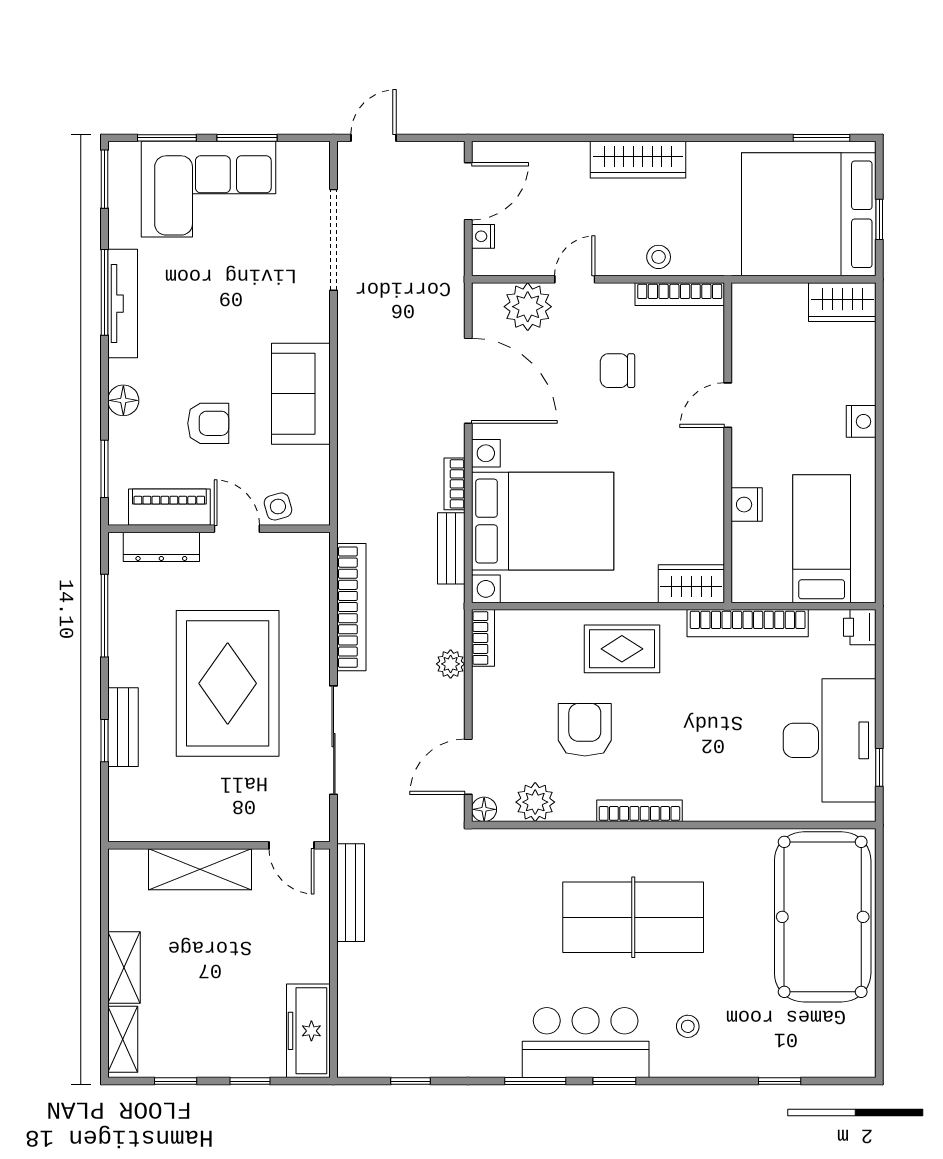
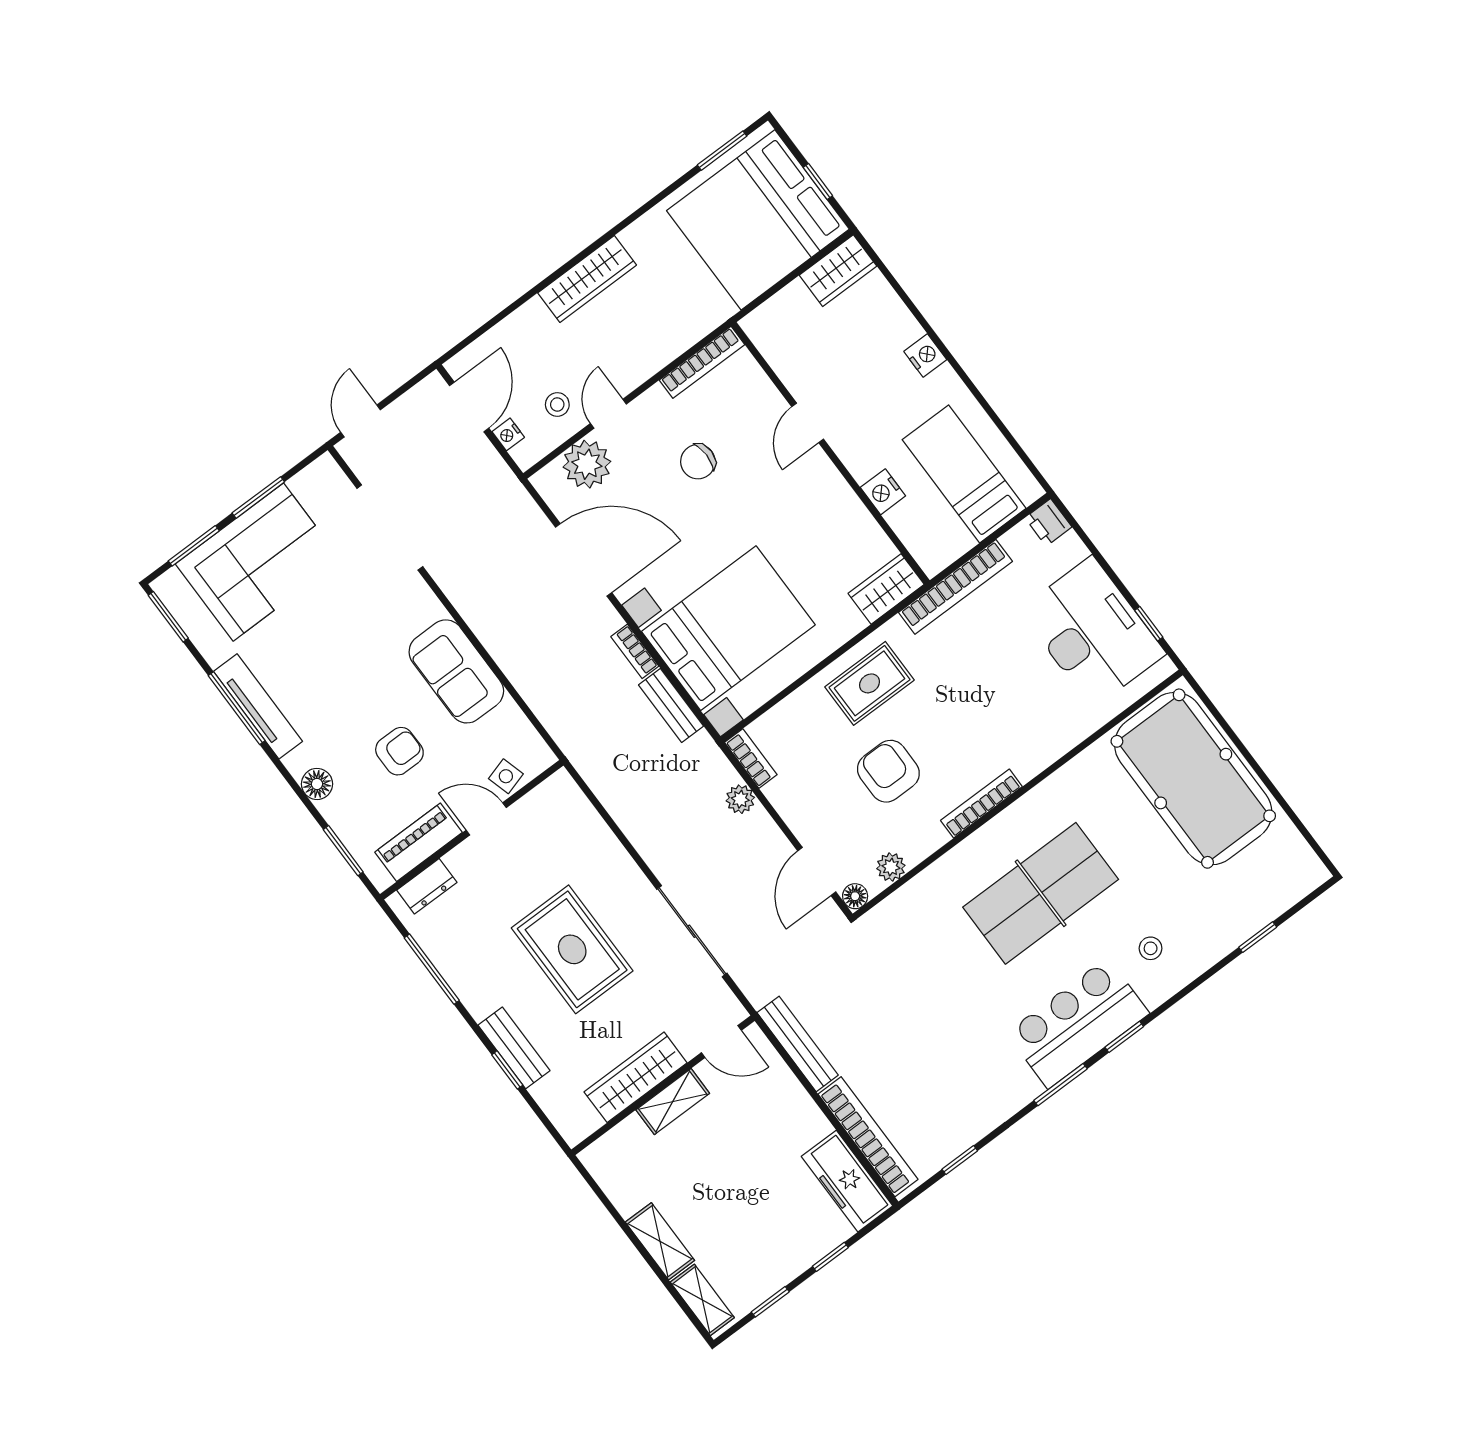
stool: (659, 257) -> (557, 405), moved
dresser: (161, 547) -> (427, 886), width x0.70
bookcase: (351, 607) -> (868, 1137), moved
rug: (228, 683) -> (572, 949), width x0.73, depth x0.69
plant: (535, 802) -> (891, 867), width x0.73, depth x0.73
wardrobe: (202, 823) -> (636, 1077), added
shelving: (200, 869) -> (673, 1102), width x0.67, depth x0.75

